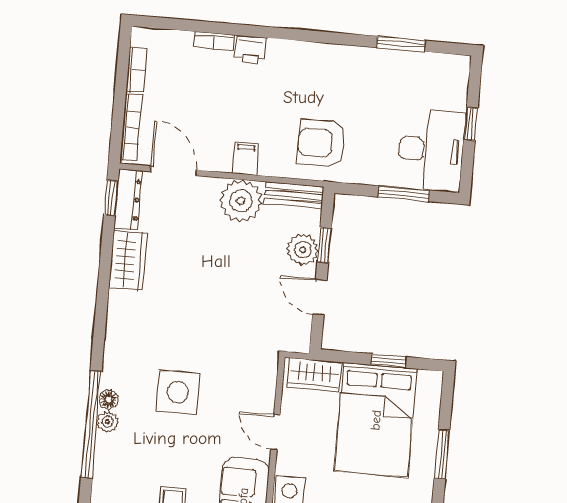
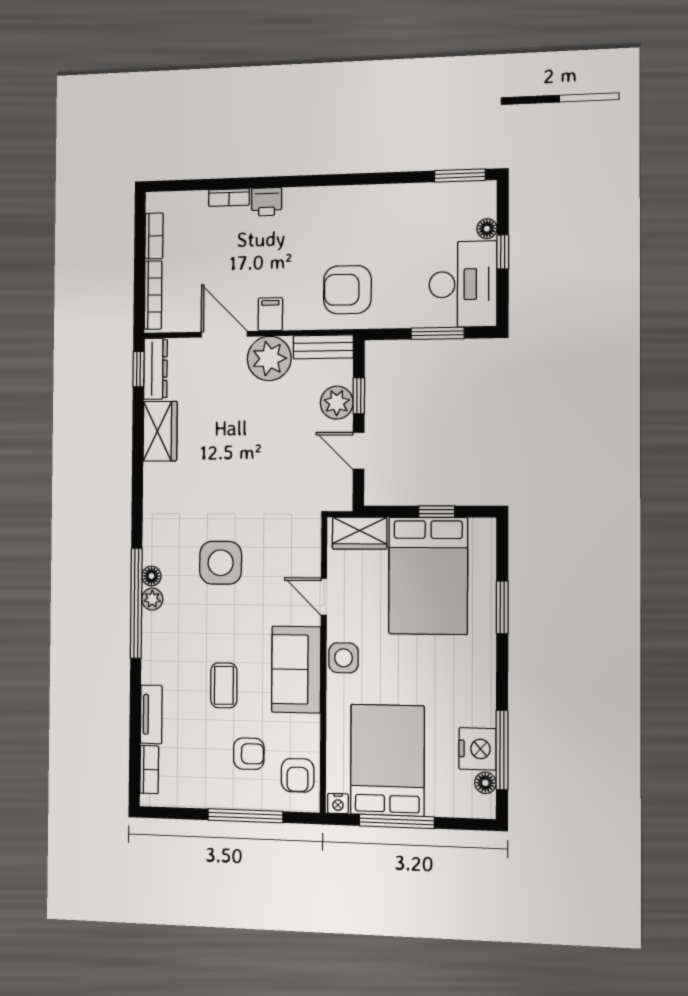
window: (401, 44) -> (460, 175), moved
floor lamp: (458, 100) -> (487, 229), added
door: (173, 171) -> (224, 334), moved

